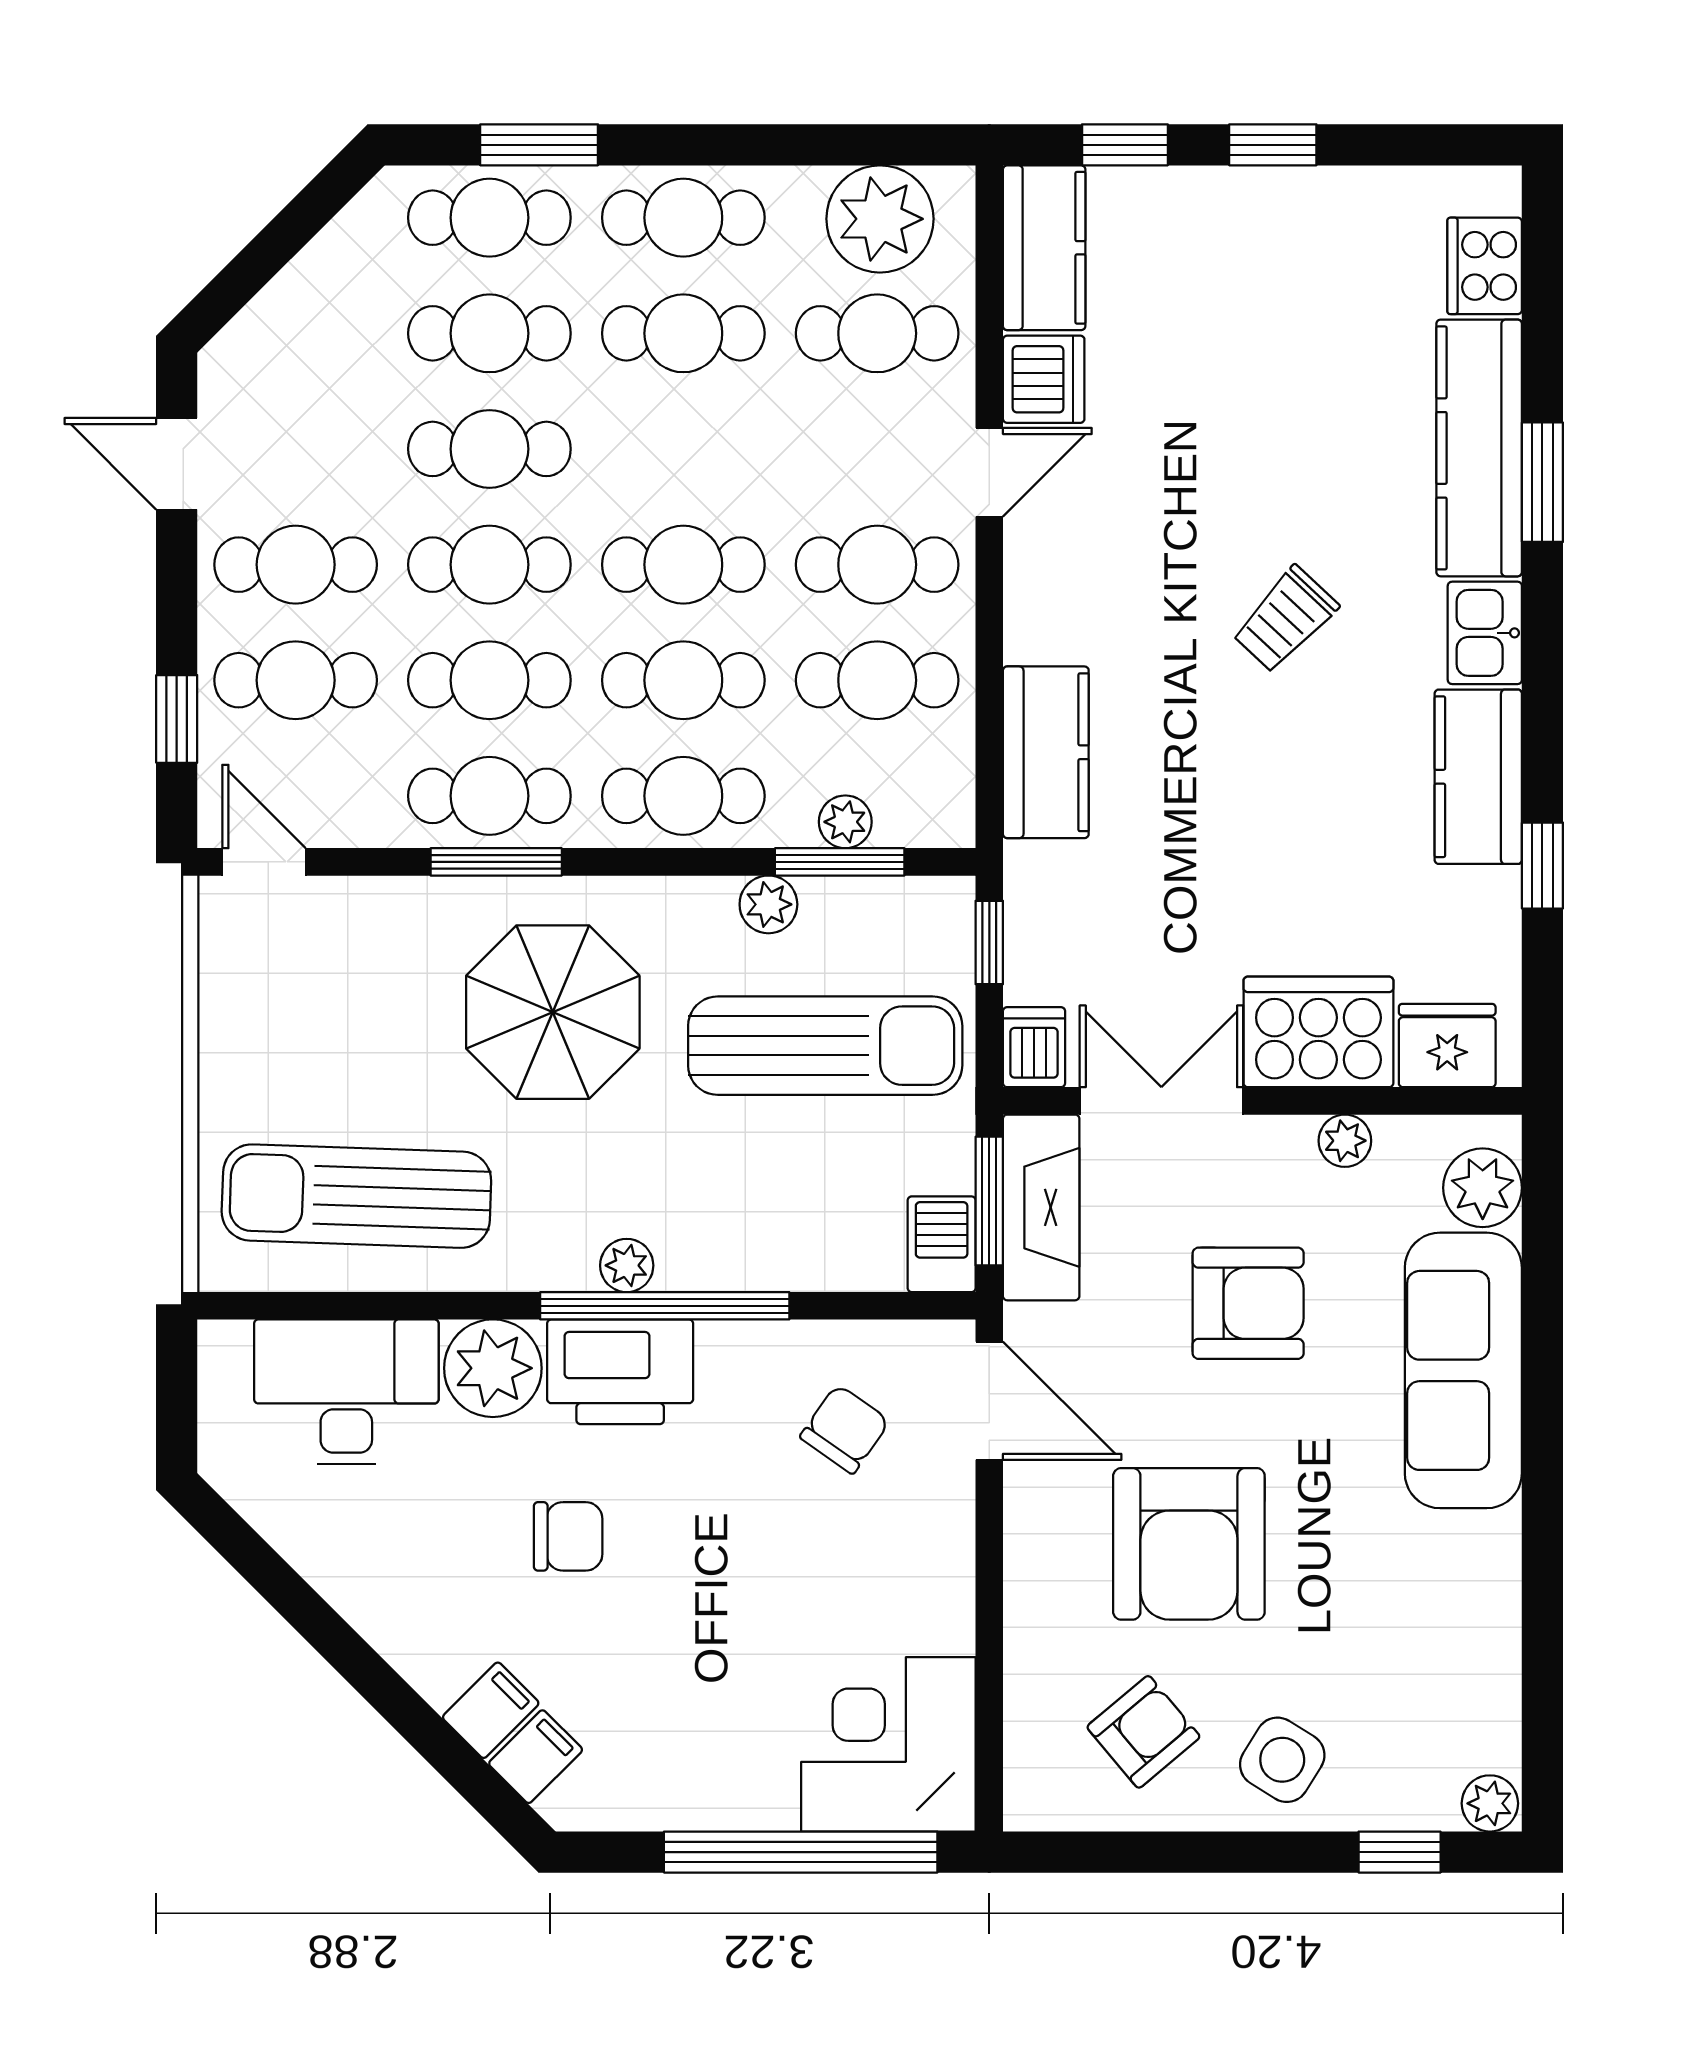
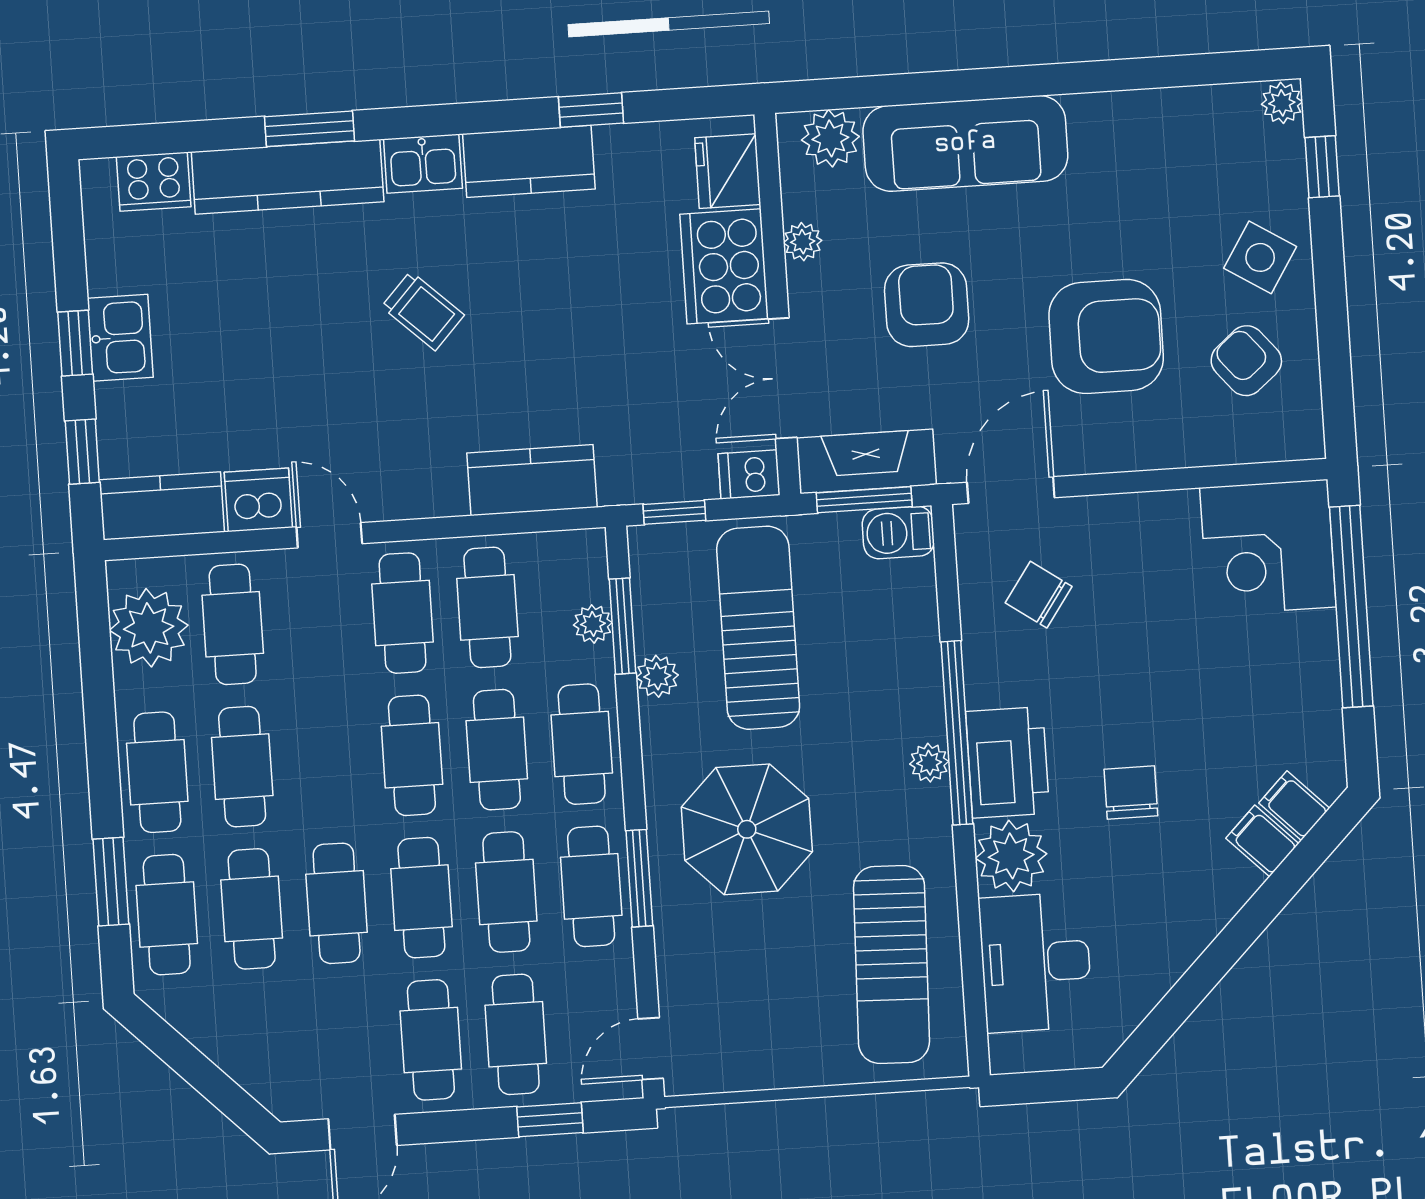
kitchen sink: (1276, 206) -> (120, 338), added

